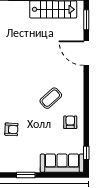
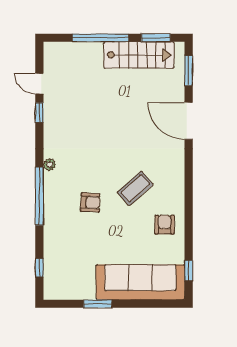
armchair: (11, 129) -> (90, 202), moved
sofa: (62, 163) -> (140, 282), width x1.36, depth x1.27

